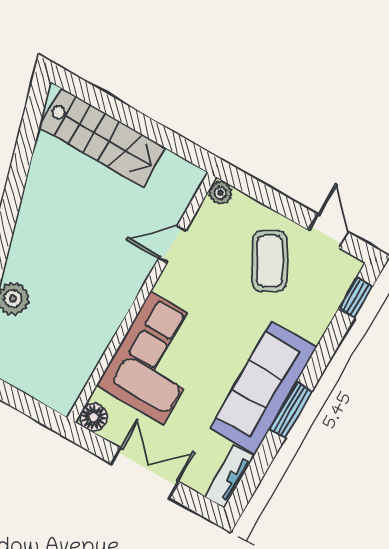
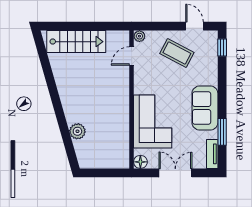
door: (172, 244) -> (132, 56), moved
coffee table: (270, 261) -> (177, 53), turned -33
sofa: (263, 387) -> (205, 108), width x0.73
window: (291, 410) -> (222, 132), moved

